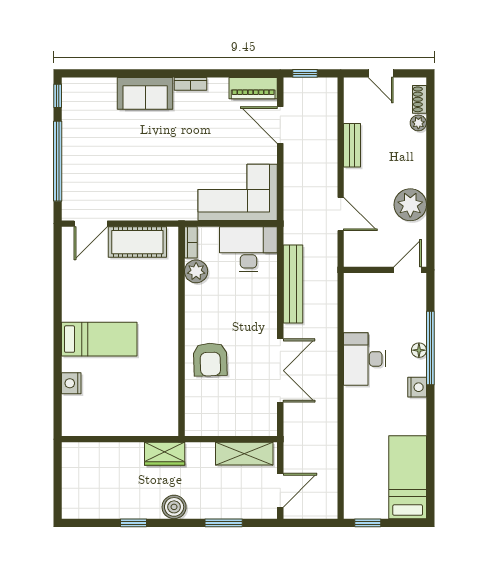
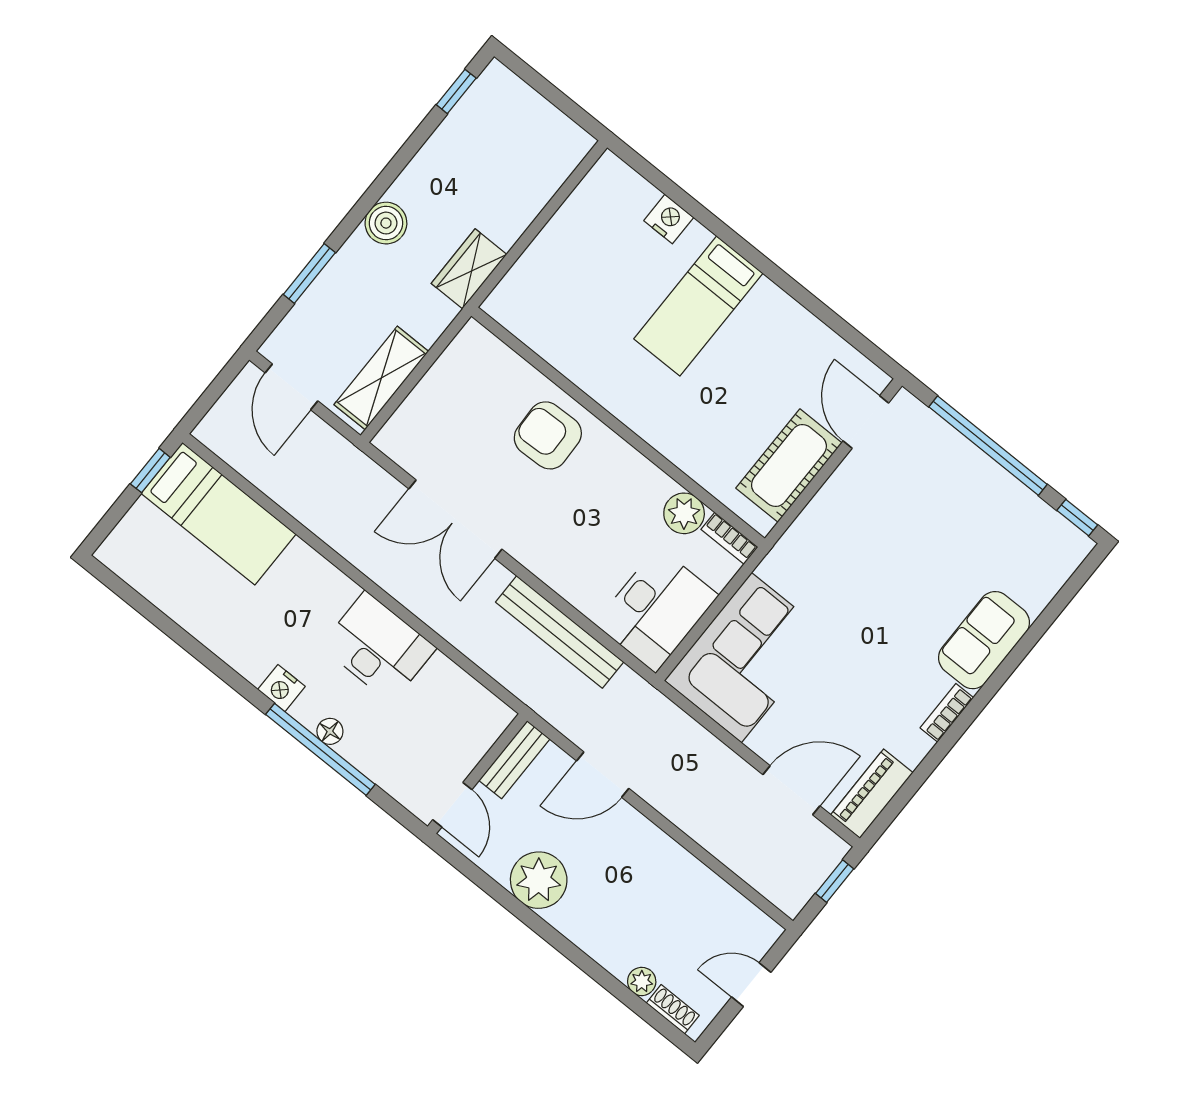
bench: (352, 145) -> (514, 760), moved, turned 90
bed: (408, 477) -> (219, 514), moved
window: (133, 523) -> (456, 91), moved

